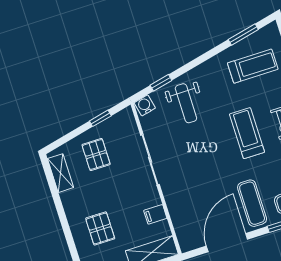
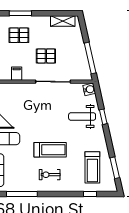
window: (161, 83) -> (103, 117), moved
window: (100, 118) -> (90, 58), width x2.17
pallet: (96, 154) -> (46, 56), moved
window: (69, 236) -> (20, 13), added

